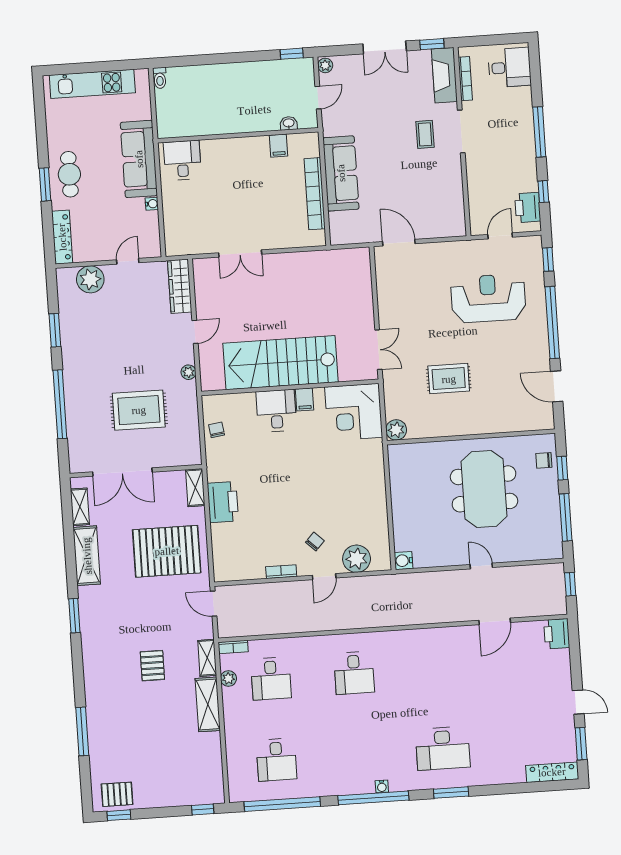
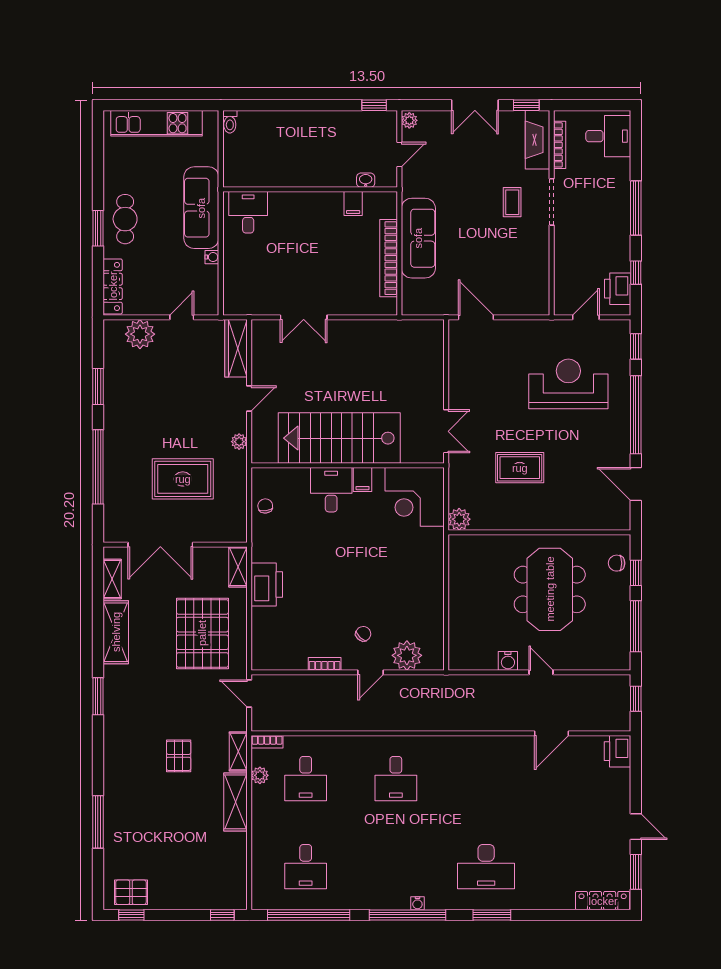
pallet: (167, 551) -> (202, 633), turned 90
water cooler: (404, 561) -> (508, 661), moved, turned -90

